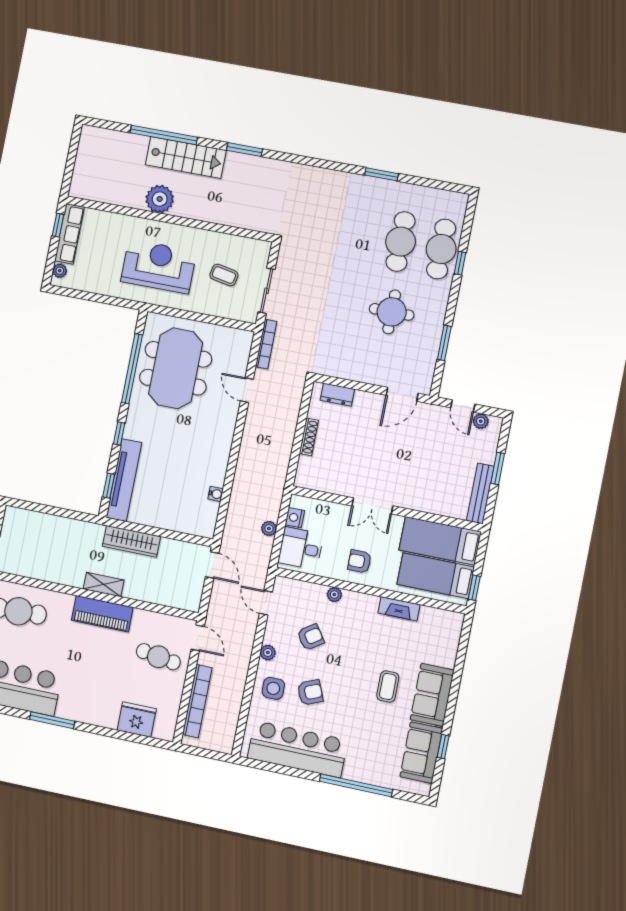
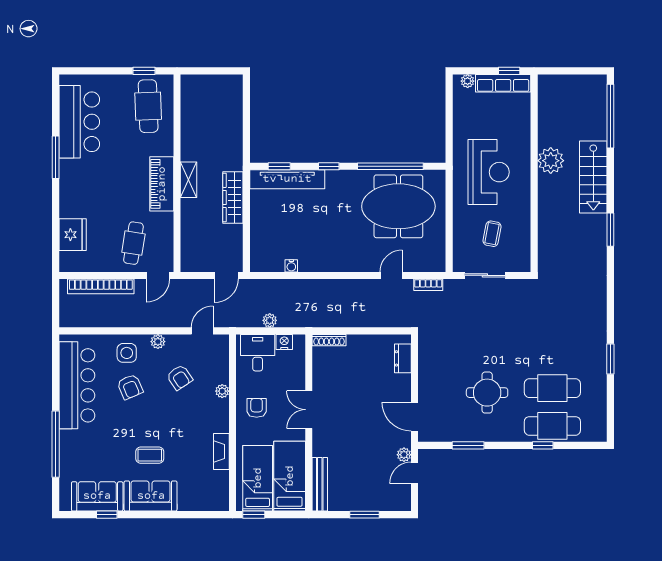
window: (164, 135) -> (610, 116), moved
bookcase: (266, 344) -> (428, 285), width x0.64
plant: (481, 421) -> (404, 455), moved
shoe rack: (309, 437) -> (329, 340), moved
bench: (480, 493) -> (320, 484), moved, turned 90

